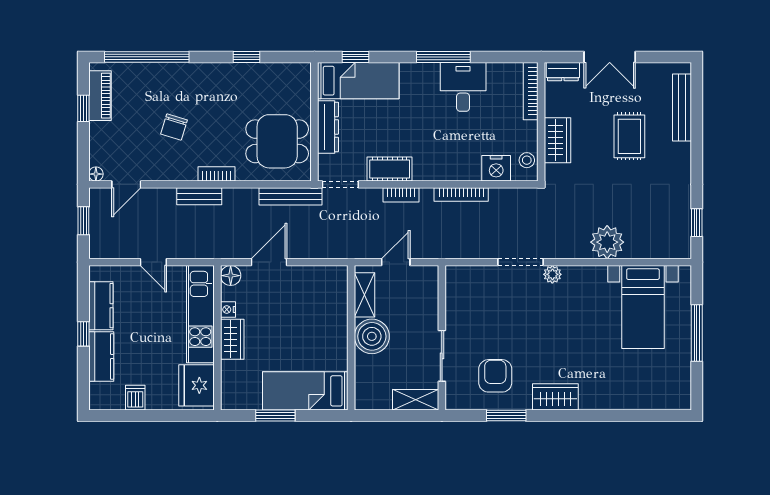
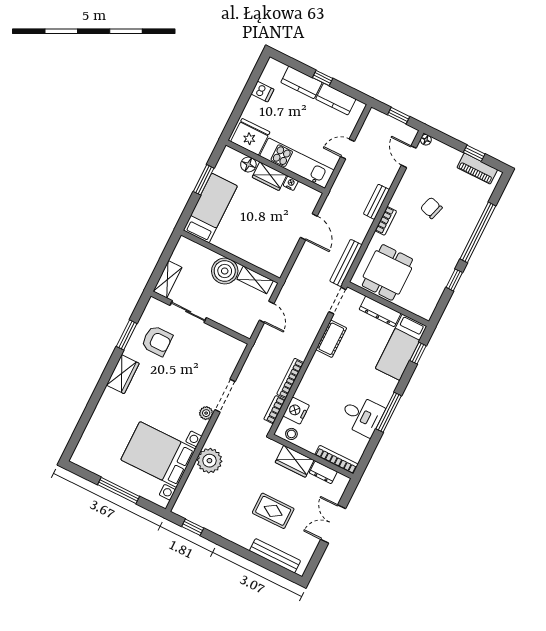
window: (147, 57) -> (478, 232), moved
dresser: (563, 72) -> (323, 472), moved, turned -90
bookcase: (401, 195) -> (274, 410), moved
floor lamp: (231, 276) -> (248, 165), moved
bed with nightstands: (643, 307) -> (158, 454), width x1.36

